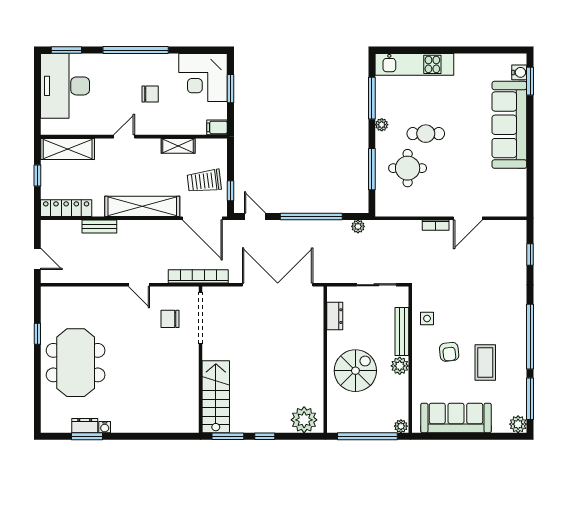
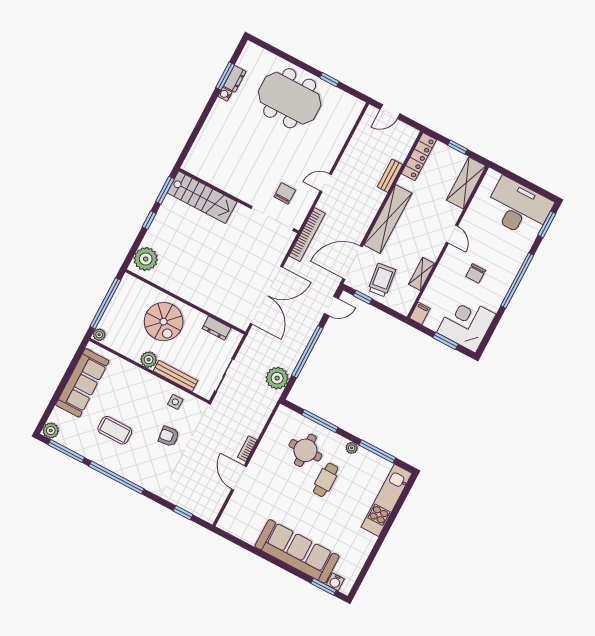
plant: (358, 226) -> (277, 378), width x1.88, depth x1.88
armchair: (449, 352) -> (169, 436), moved

